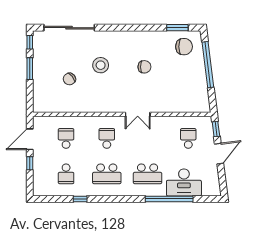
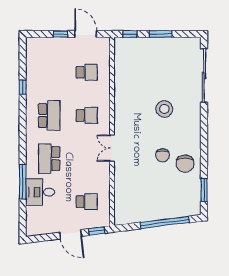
window: (30, 42) -> (130, 34), moved
chair: (184, 47) -> (185, 164), moved
chair: (69, 79) -> (150, 76), removed
school desk: (66, 174) -> (49, 72), removed
school desk: (107, 174) -> (49, 115), turned 180
desk: (184, 182) -> (40, 192), width x0.73
window: (169, 199) -> (23, 181), width x0.68

